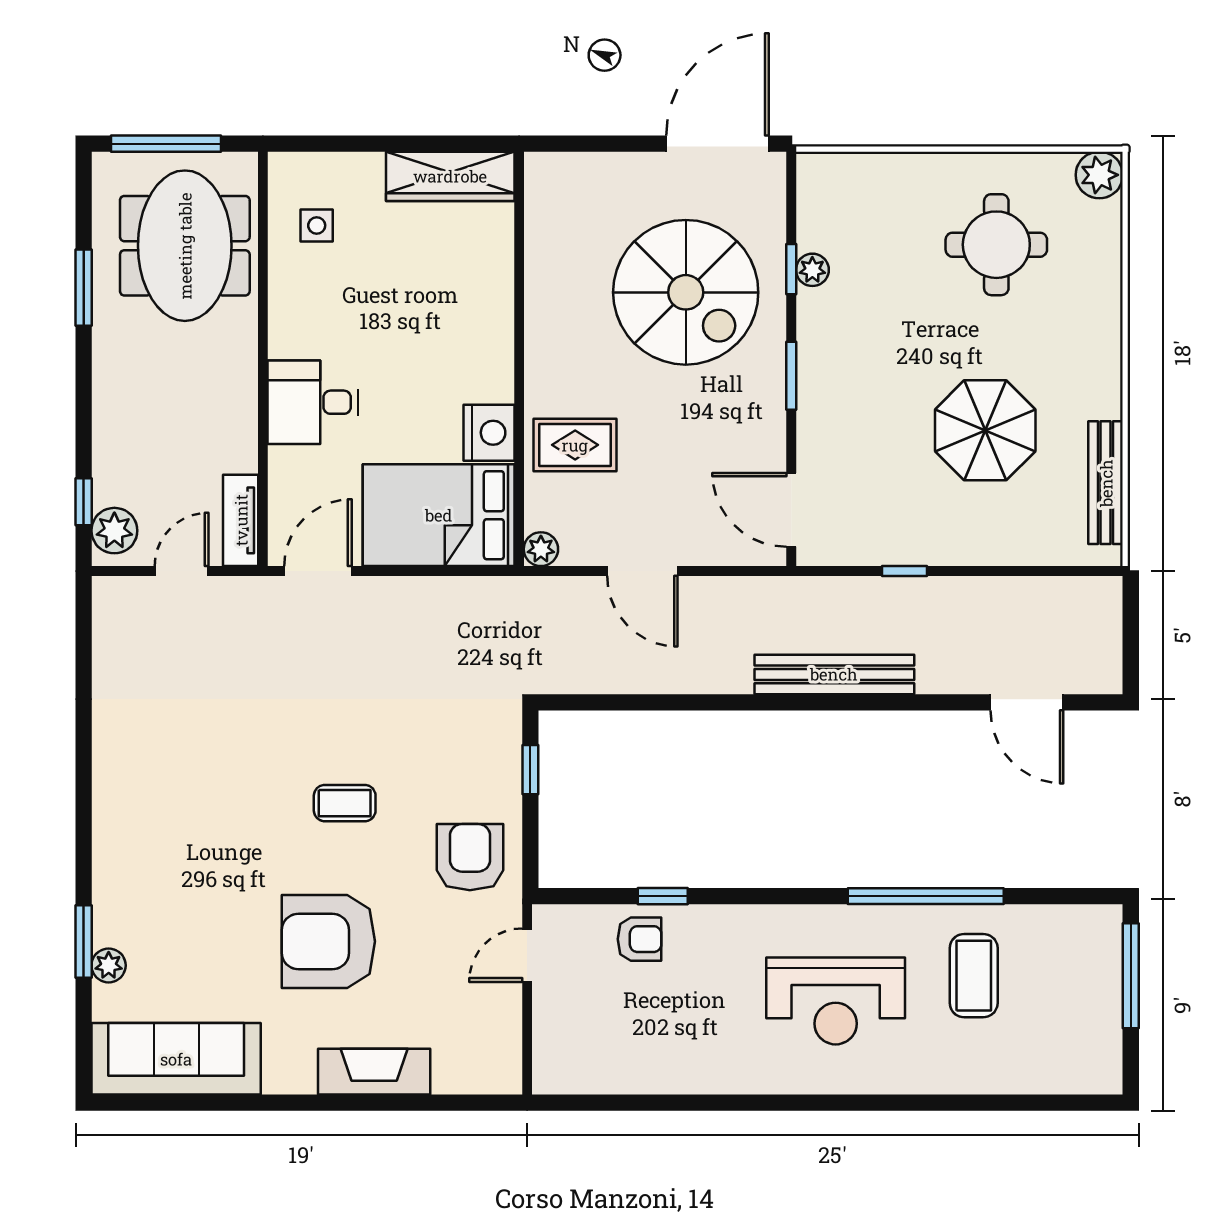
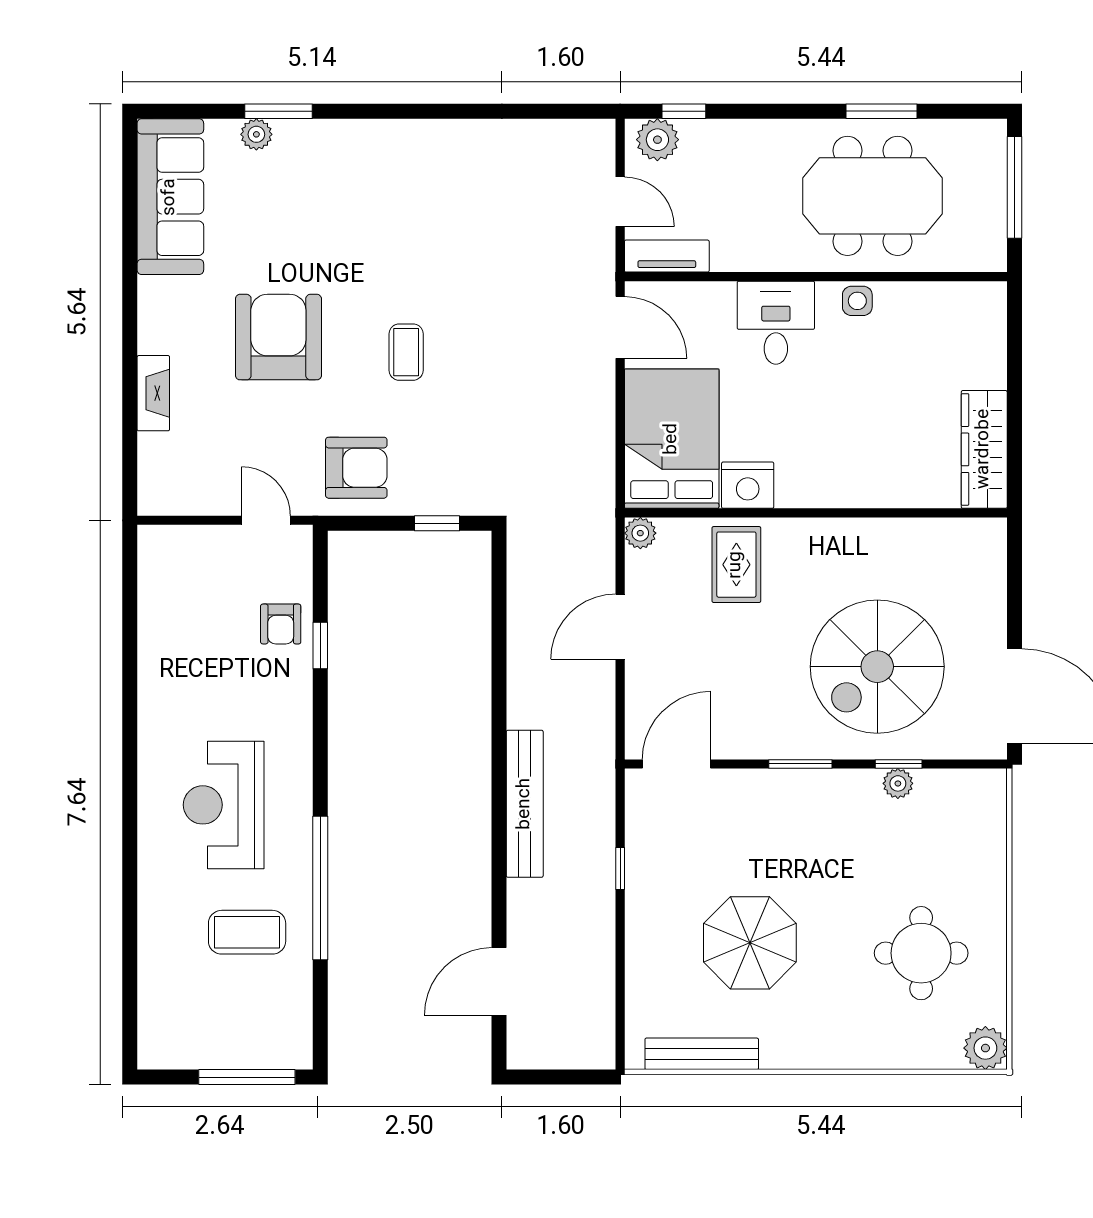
side table: (317, 225) -> (857, 301), moved
meeting table: (185, 246) -> (873, 196), moved
fireplace: (374, 1072) -> (153, 393), width x0.73, depth x0.76

